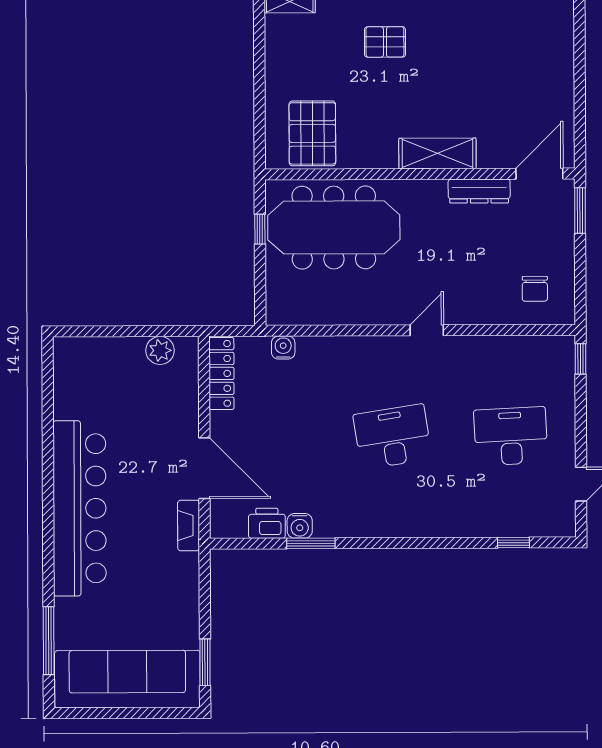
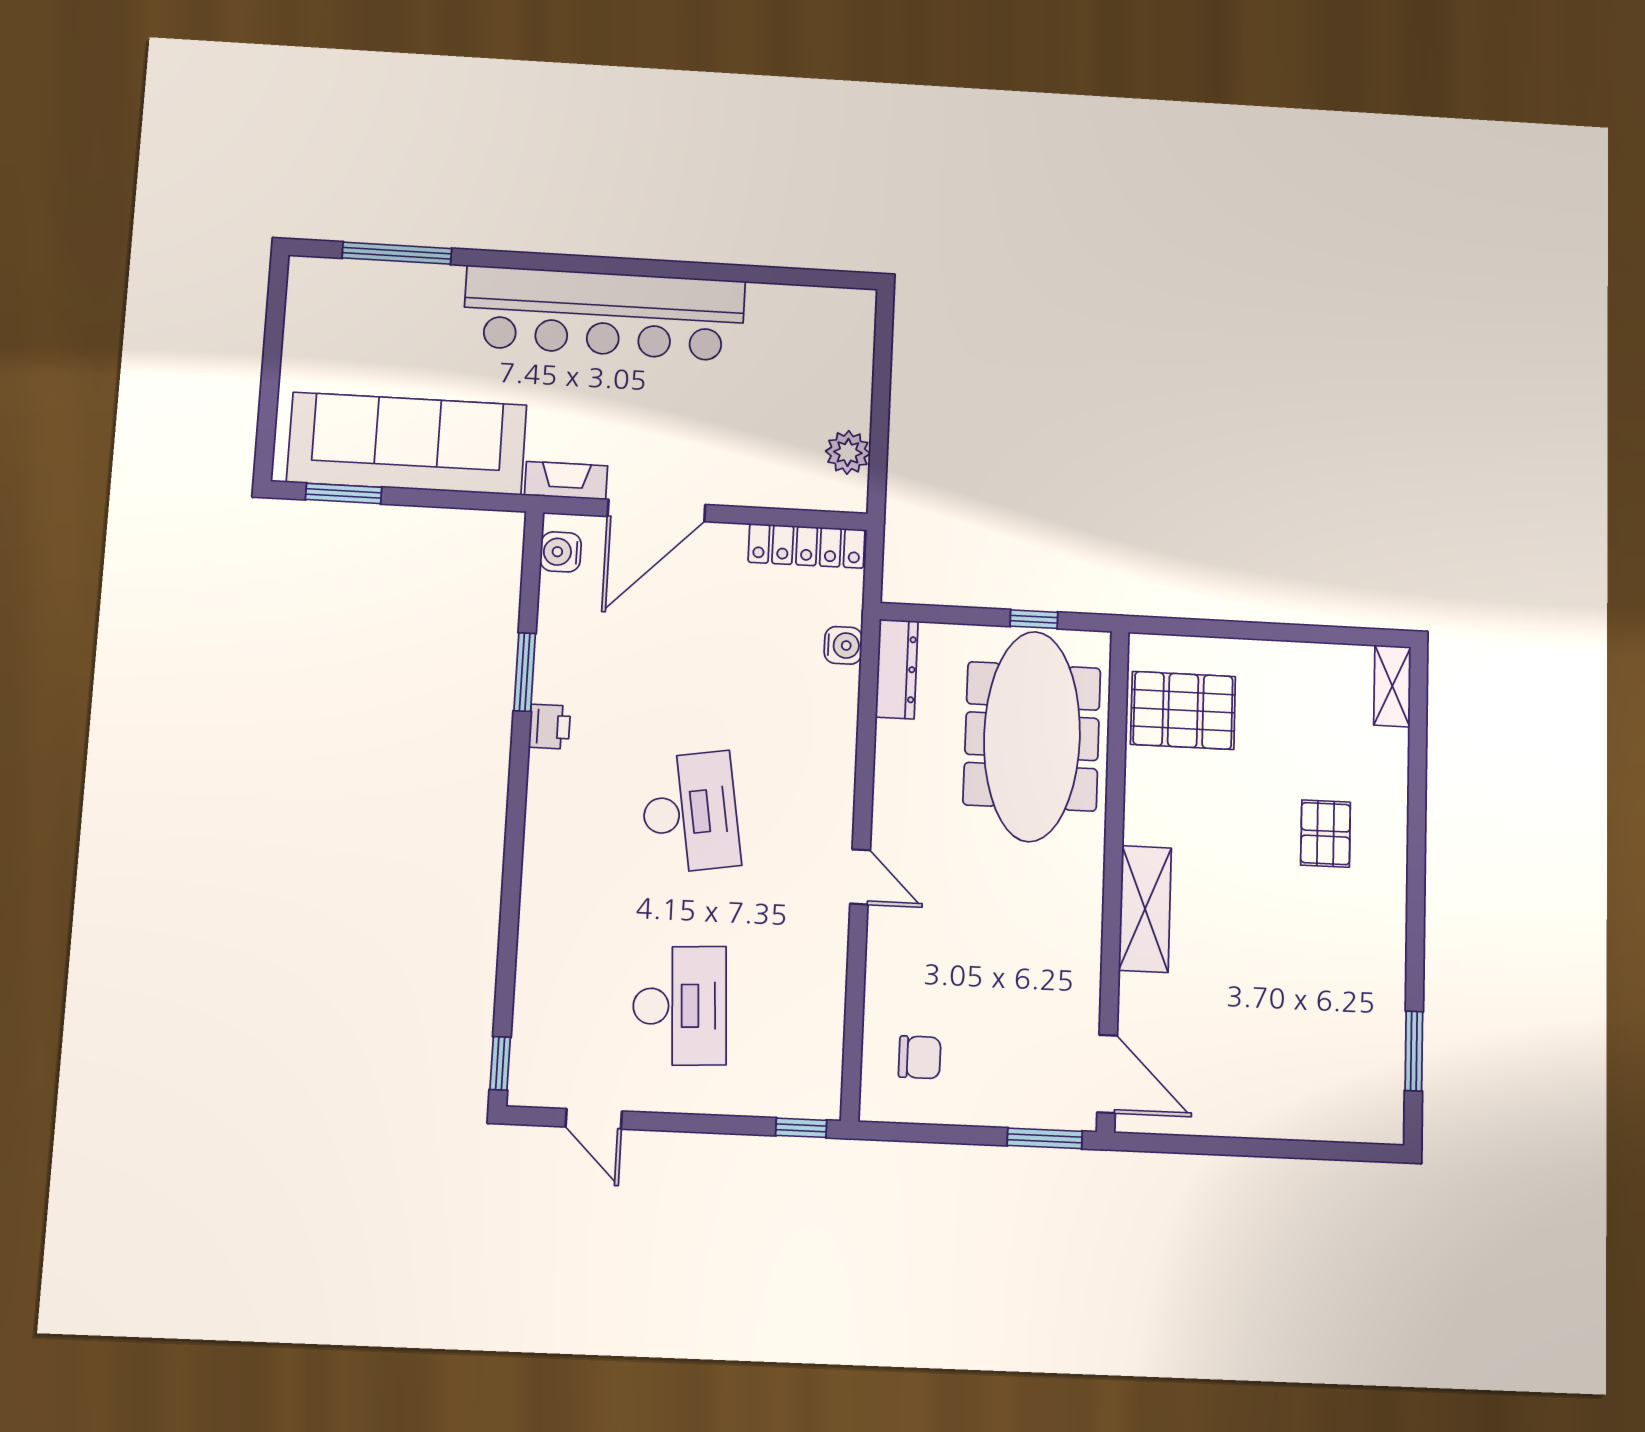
dresser: (479, 191) -> (897, 669), moved, turned 180
chair: (535, 289) -> (920, 1057), turned 180
printer: (267, 523) -> (550, 727), moved, width x0.73, depth x0.81
water cooler: (300, 526) -> (561, 552), moved
window: (513, 543) -> (500, 1063), moved
sofa: (127, 679) -> (407, 444), moved, turned -90

